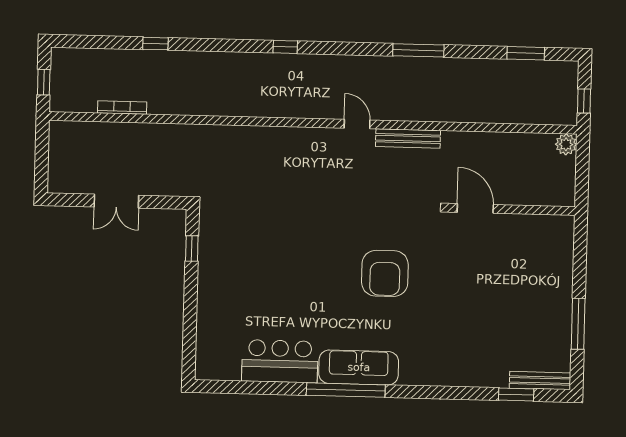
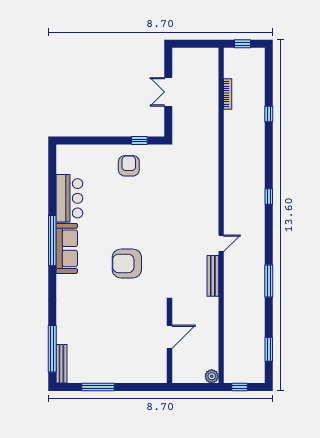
door: (475, 208) -> (170, 337), moved
armchair: (231, 266) -> (129, 166), added
window: (516, 395) -> (52, 349), width x2.11

